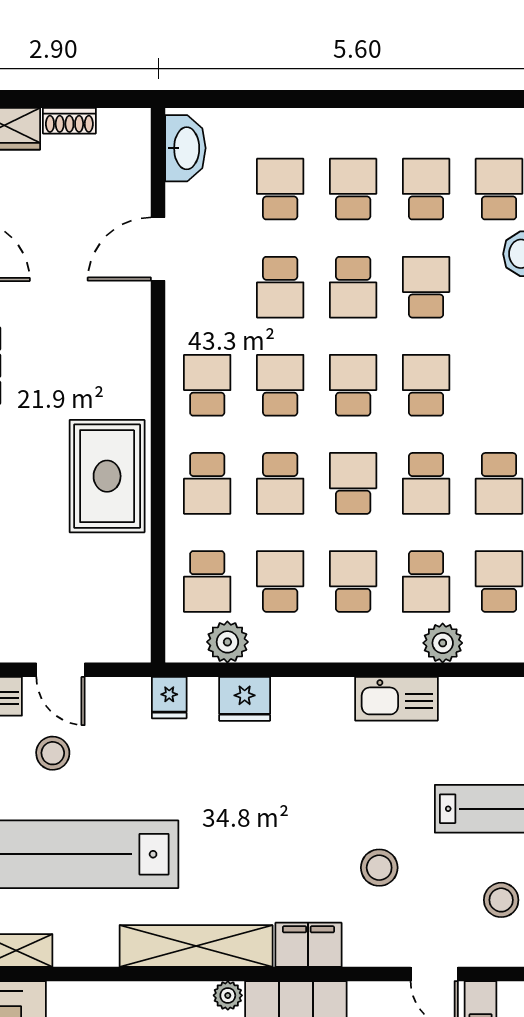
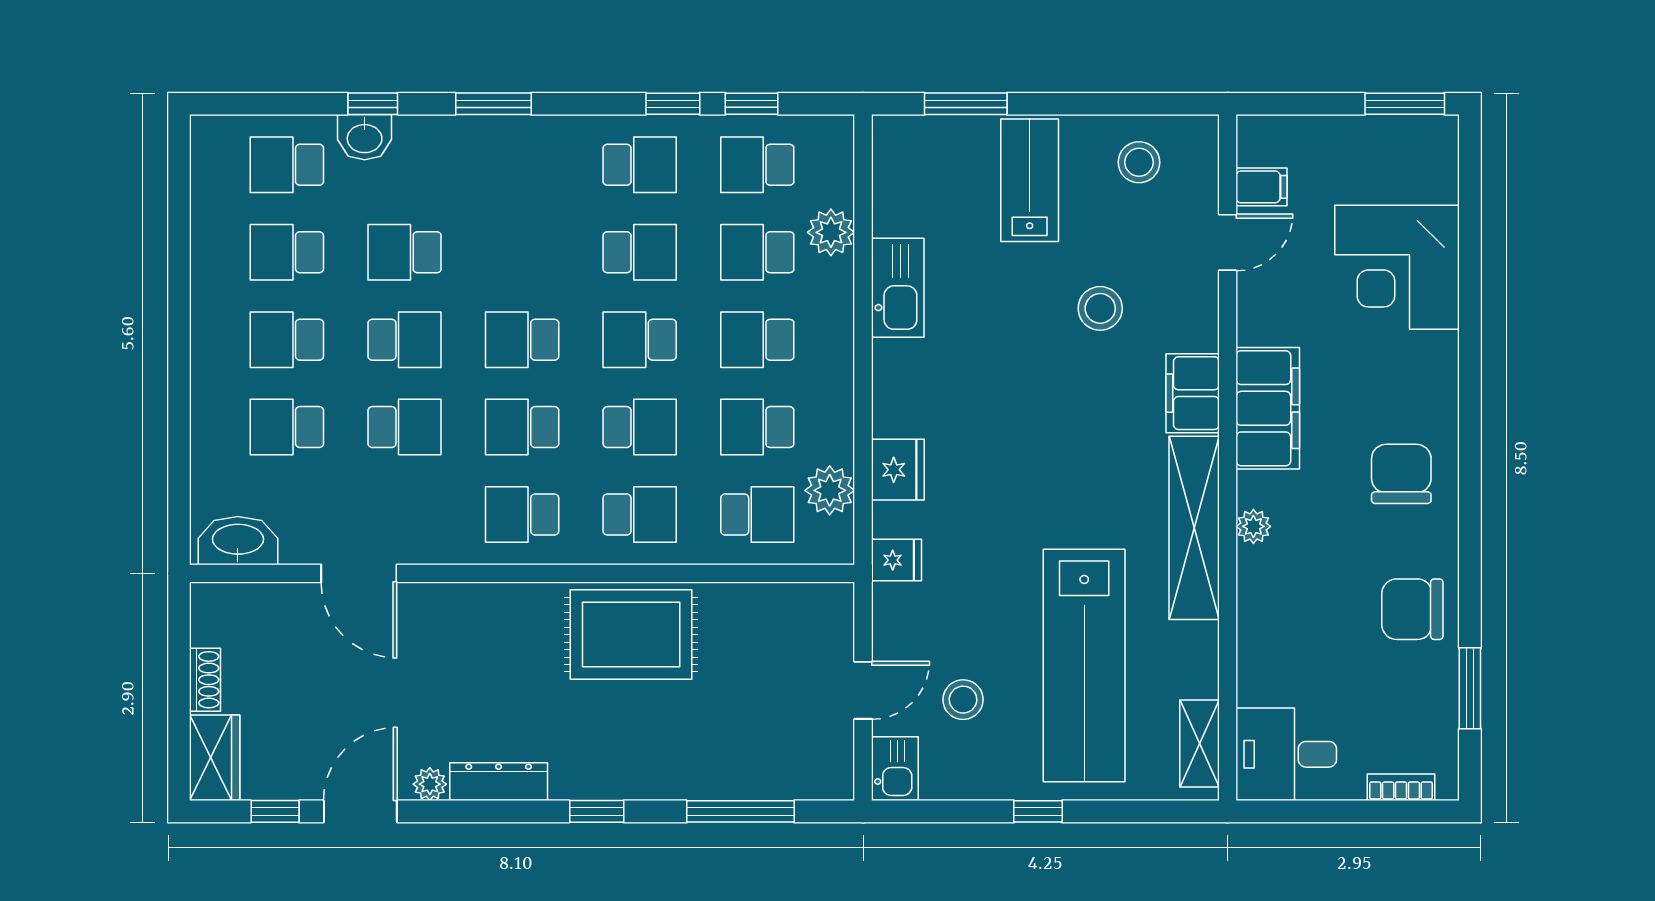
school desk: (426, 385) -> (522, 252), removed
school desk: (426, 581) -> (757, 252), turned 180
plant: (228, 995) -> (1253, 526), moved

